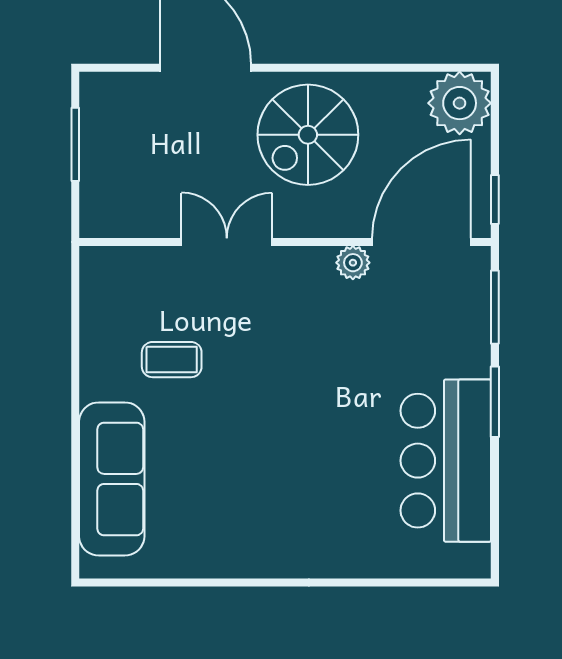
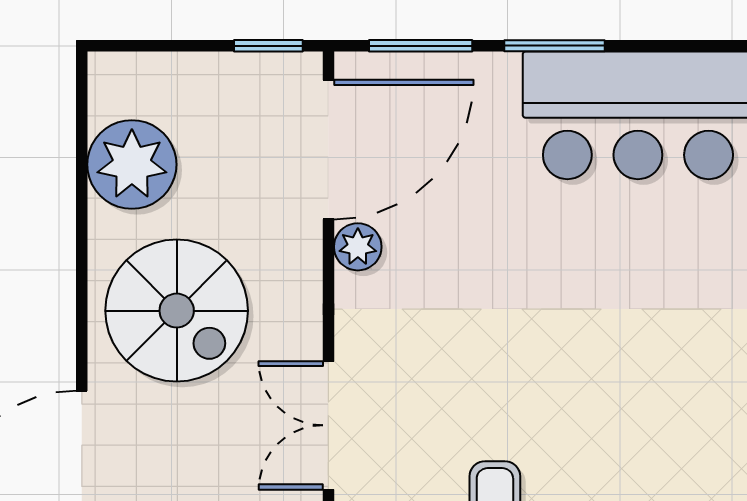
plant: (460, 103) -> (132, 165), moved
door: (422, 242) -> (328, 150), swing flipped

